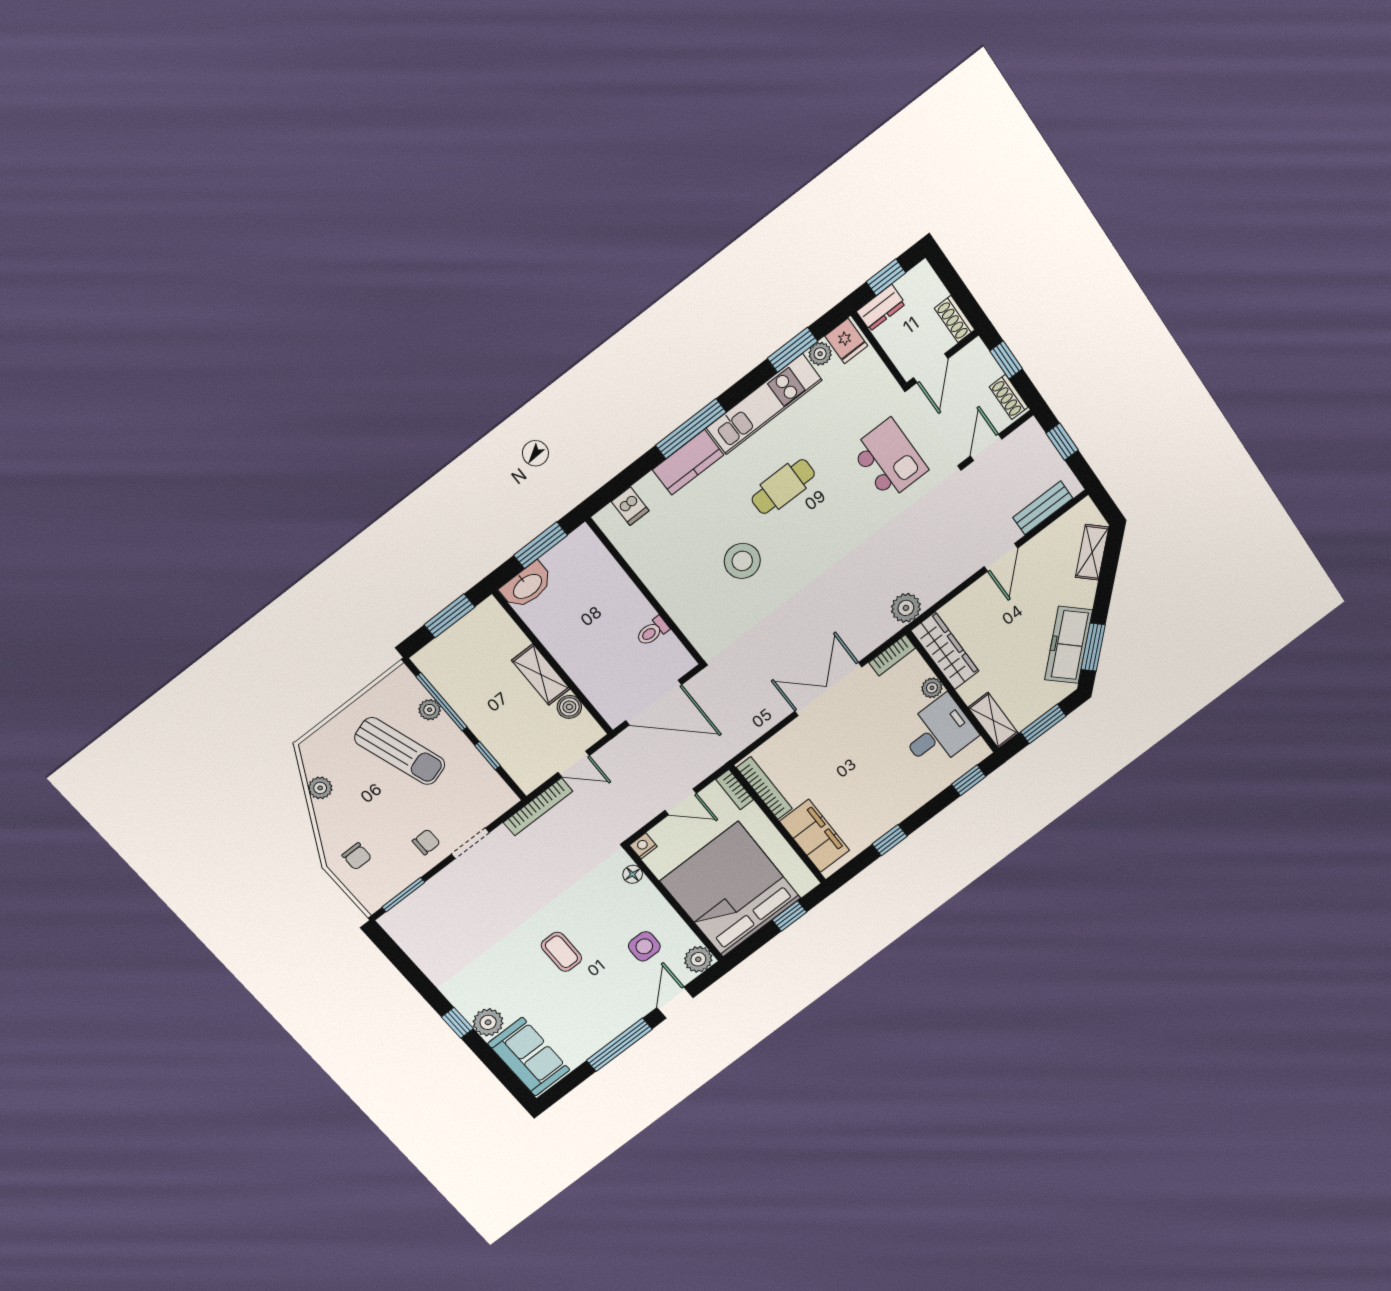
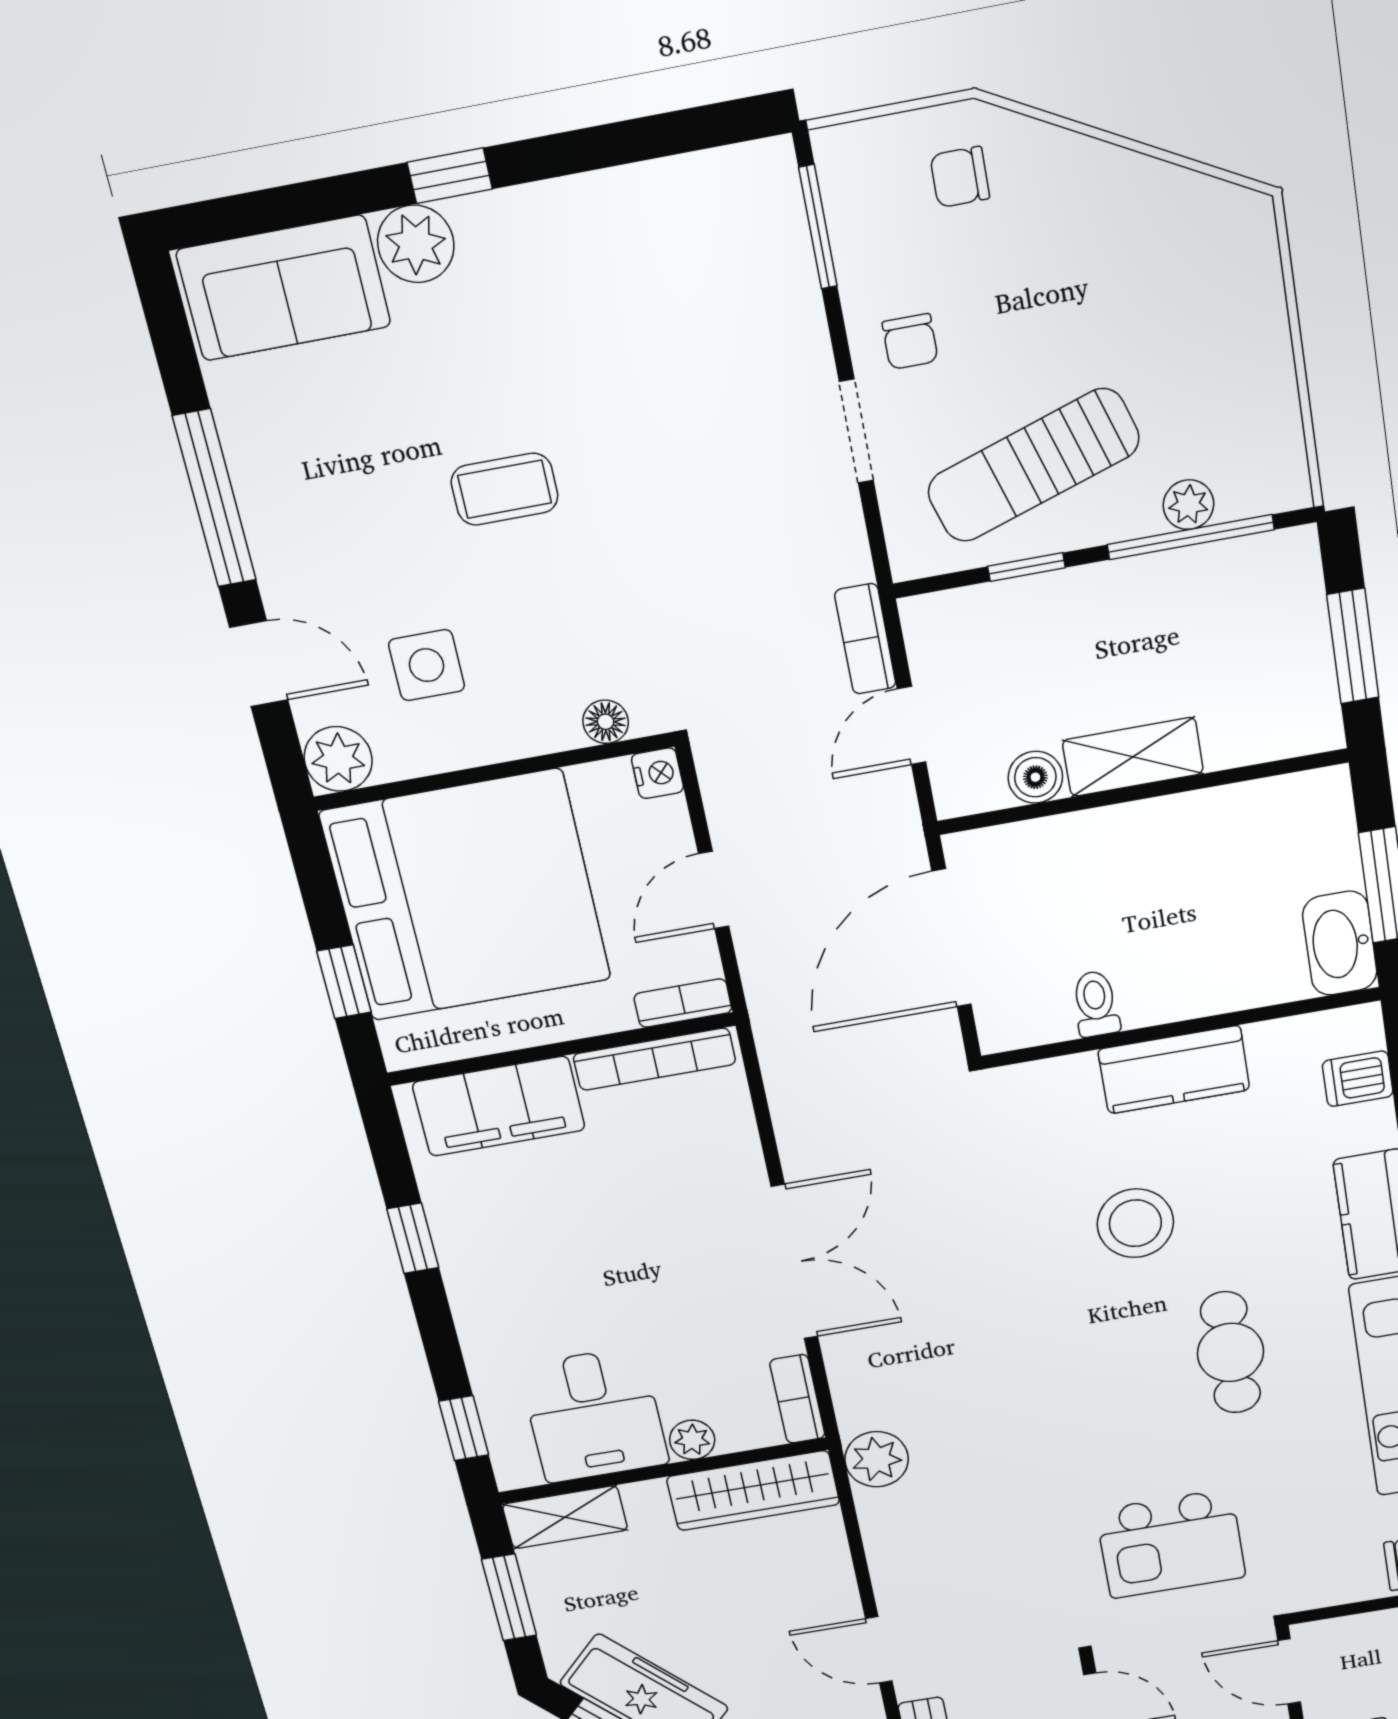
kitchen counter: (665, 584) -> (1174, 1070), added
washbasin: (527, 586) -> (1340, 943), moved
sun lounger: (400, 751) -> (1033, 465), moved
plant: (320, 788) -> (1154, 187), removed
bookcase: (538, 807) -> (865, 639), width x0.64

